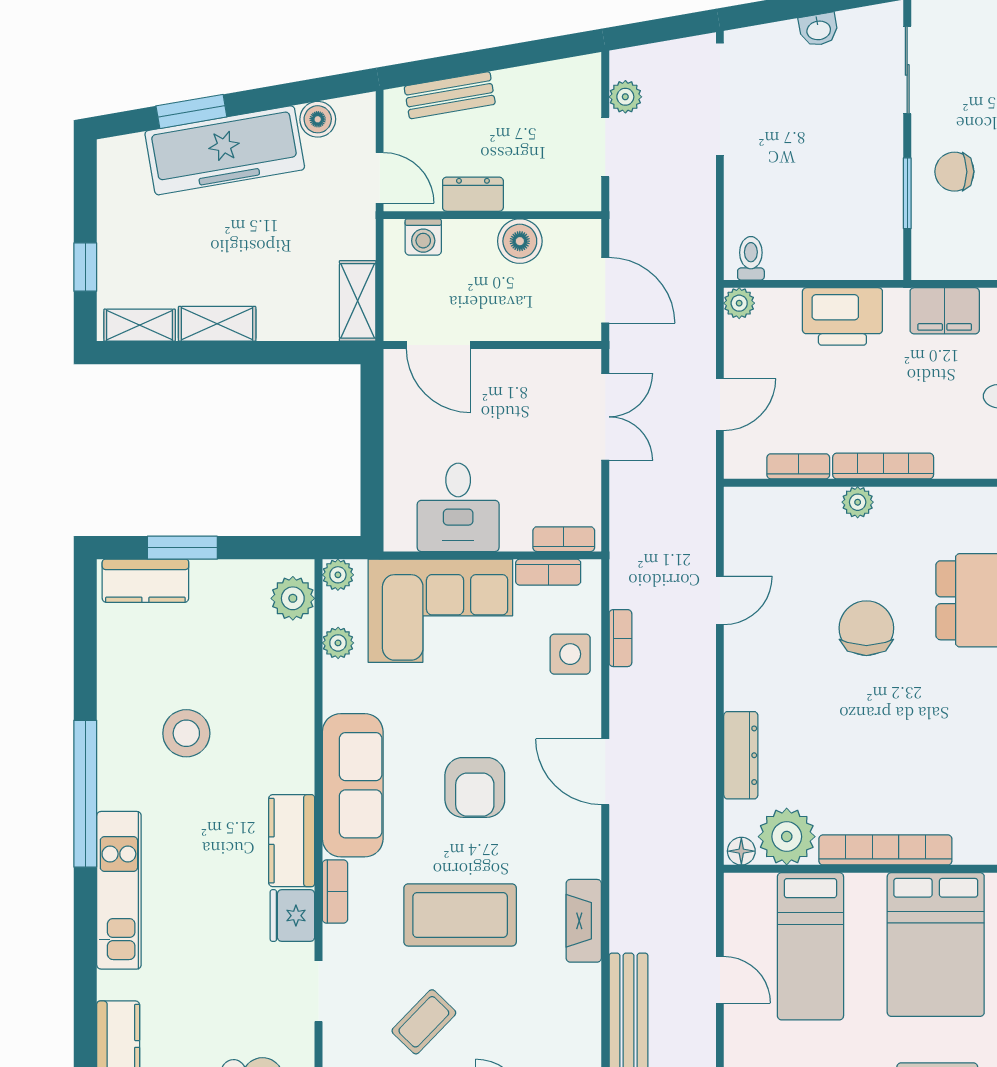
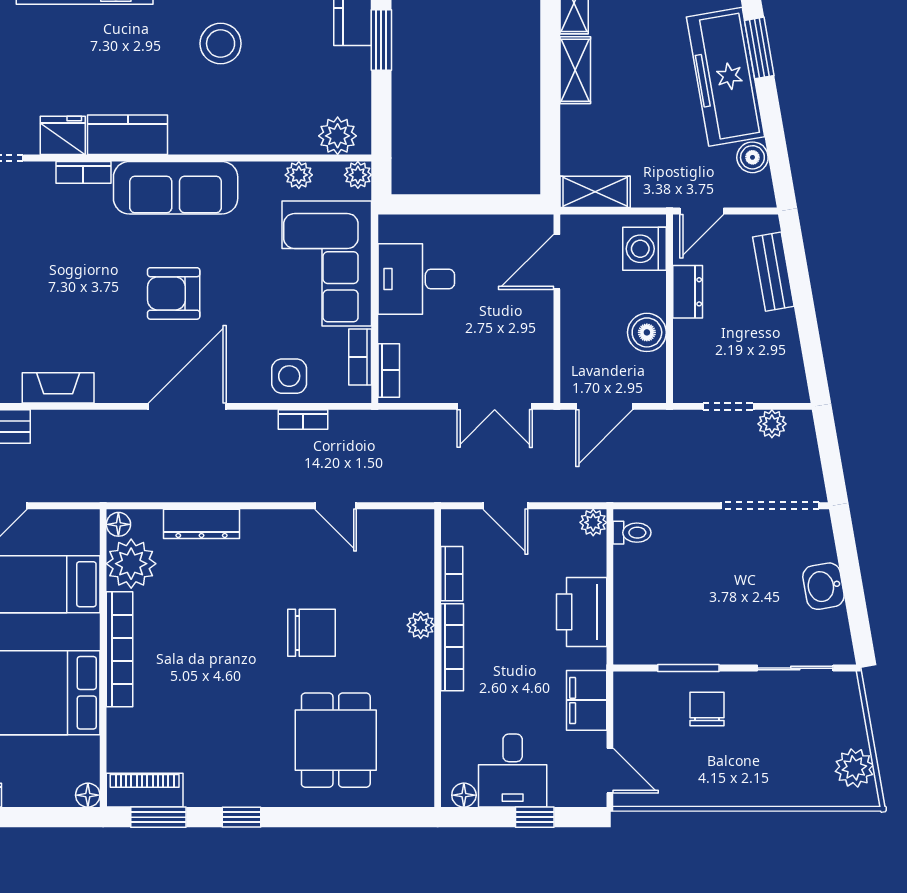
washbasin: (818, 30) -> (823, 586), width x1.38, depth x1.45
washing machine: (423, 237) -> (645, 249), width x1.38, depth x1.38
door: (605, 772) -> (187, 406), width x1.36
coffee table: (460, 915) -> (63, 281), removed

